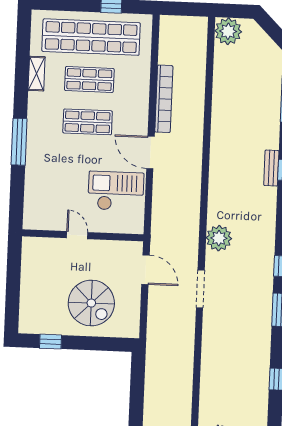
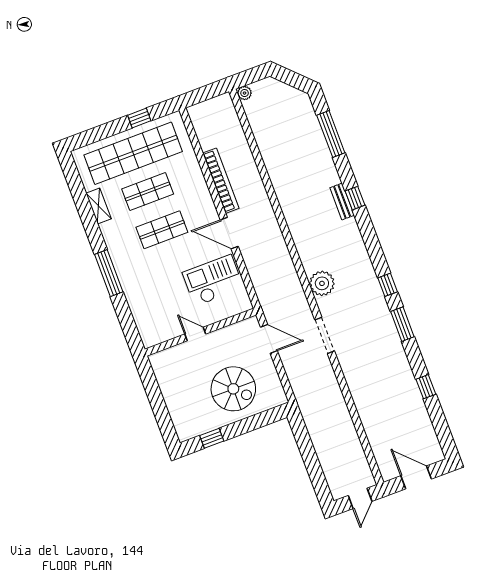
plant: (228, 31) -> (245, 93), width x0.53, depth x0.53

